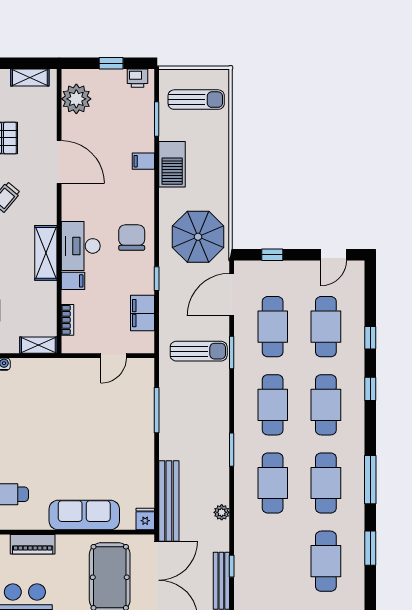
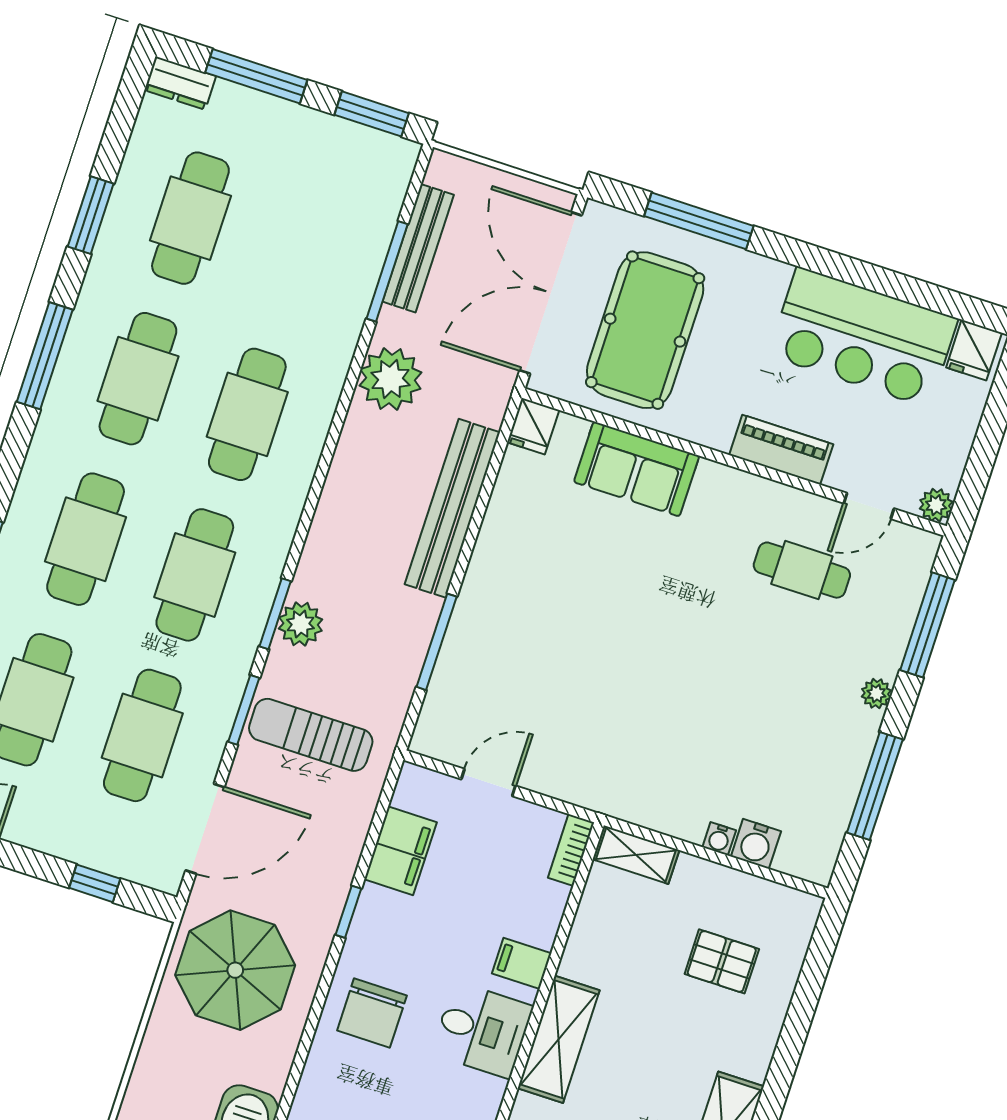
desk: (81, 246) -> (482, 1030), width x0.73
bookcase: (68, 320) -> (571, 850), moved
plant: (219, 398) -> (301, 624), added
window: (232, 450) -> (275, 614), moved
bench: (169, 501) -> (452, 508), moved
plant: (222, 512) -> (390, 379), width x1.87, depth x1.87
sofa: (84, 515) -> (637, 469), width x0.73
window: (232, 566) -> (387, 271), width x2.17

